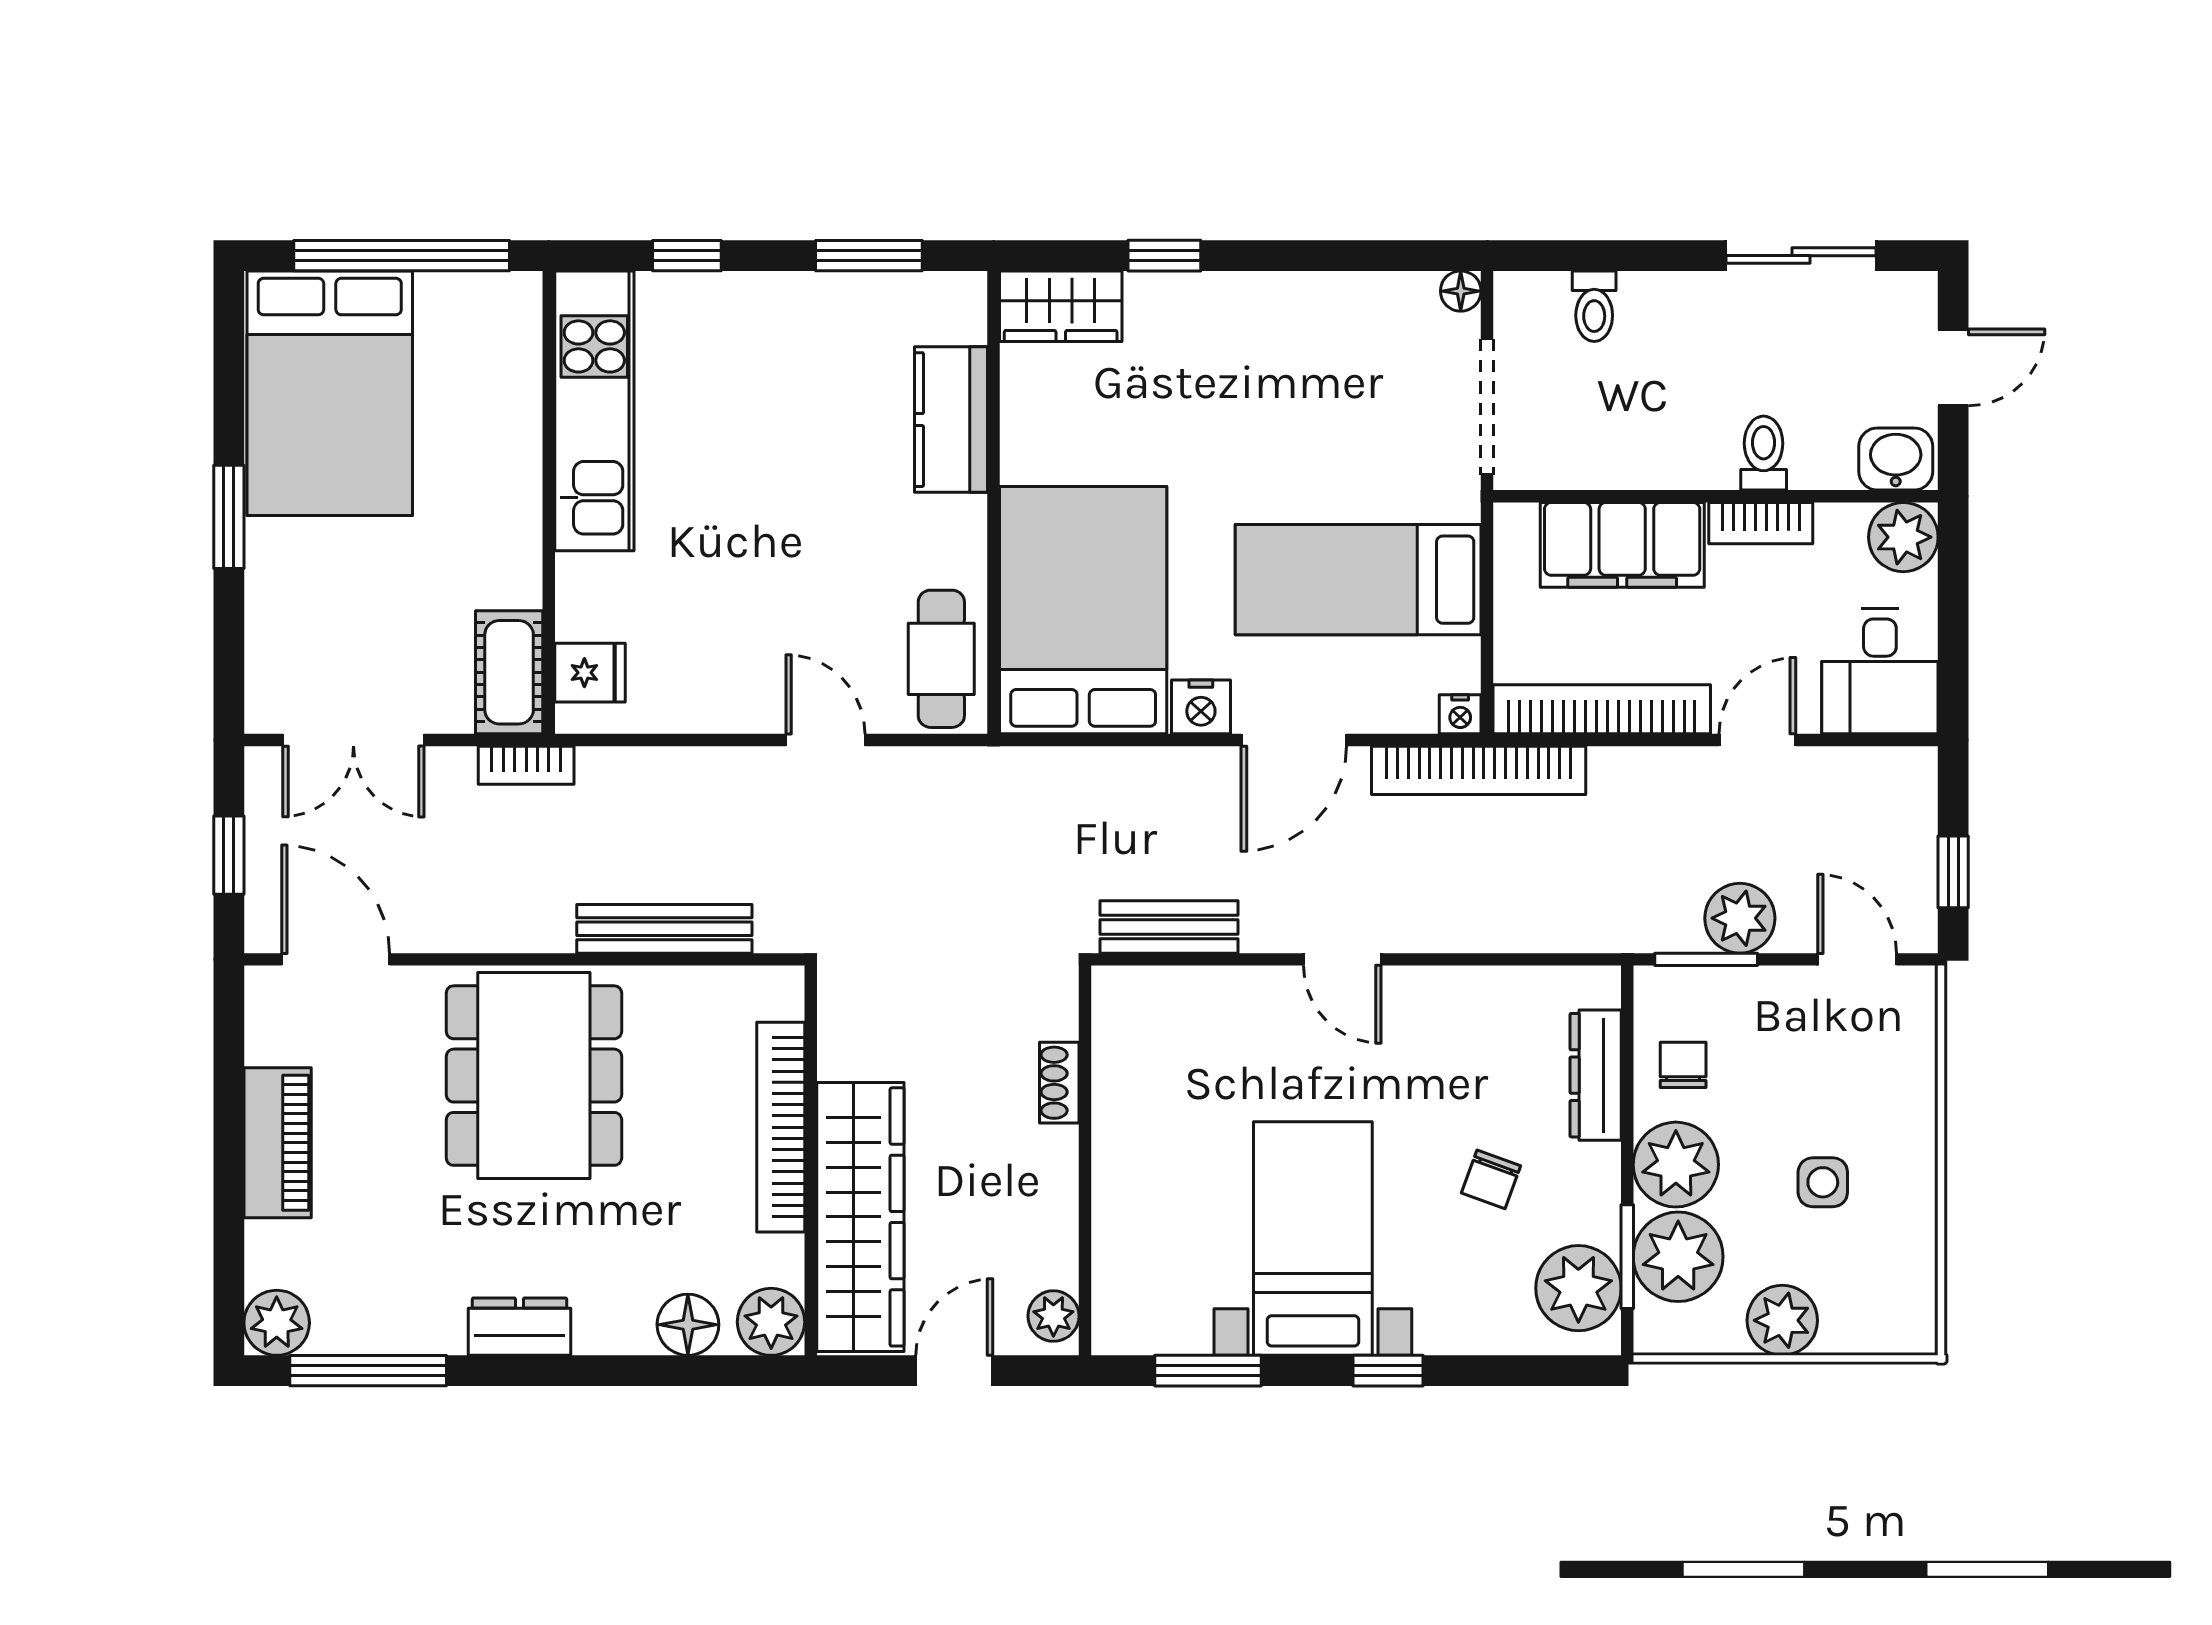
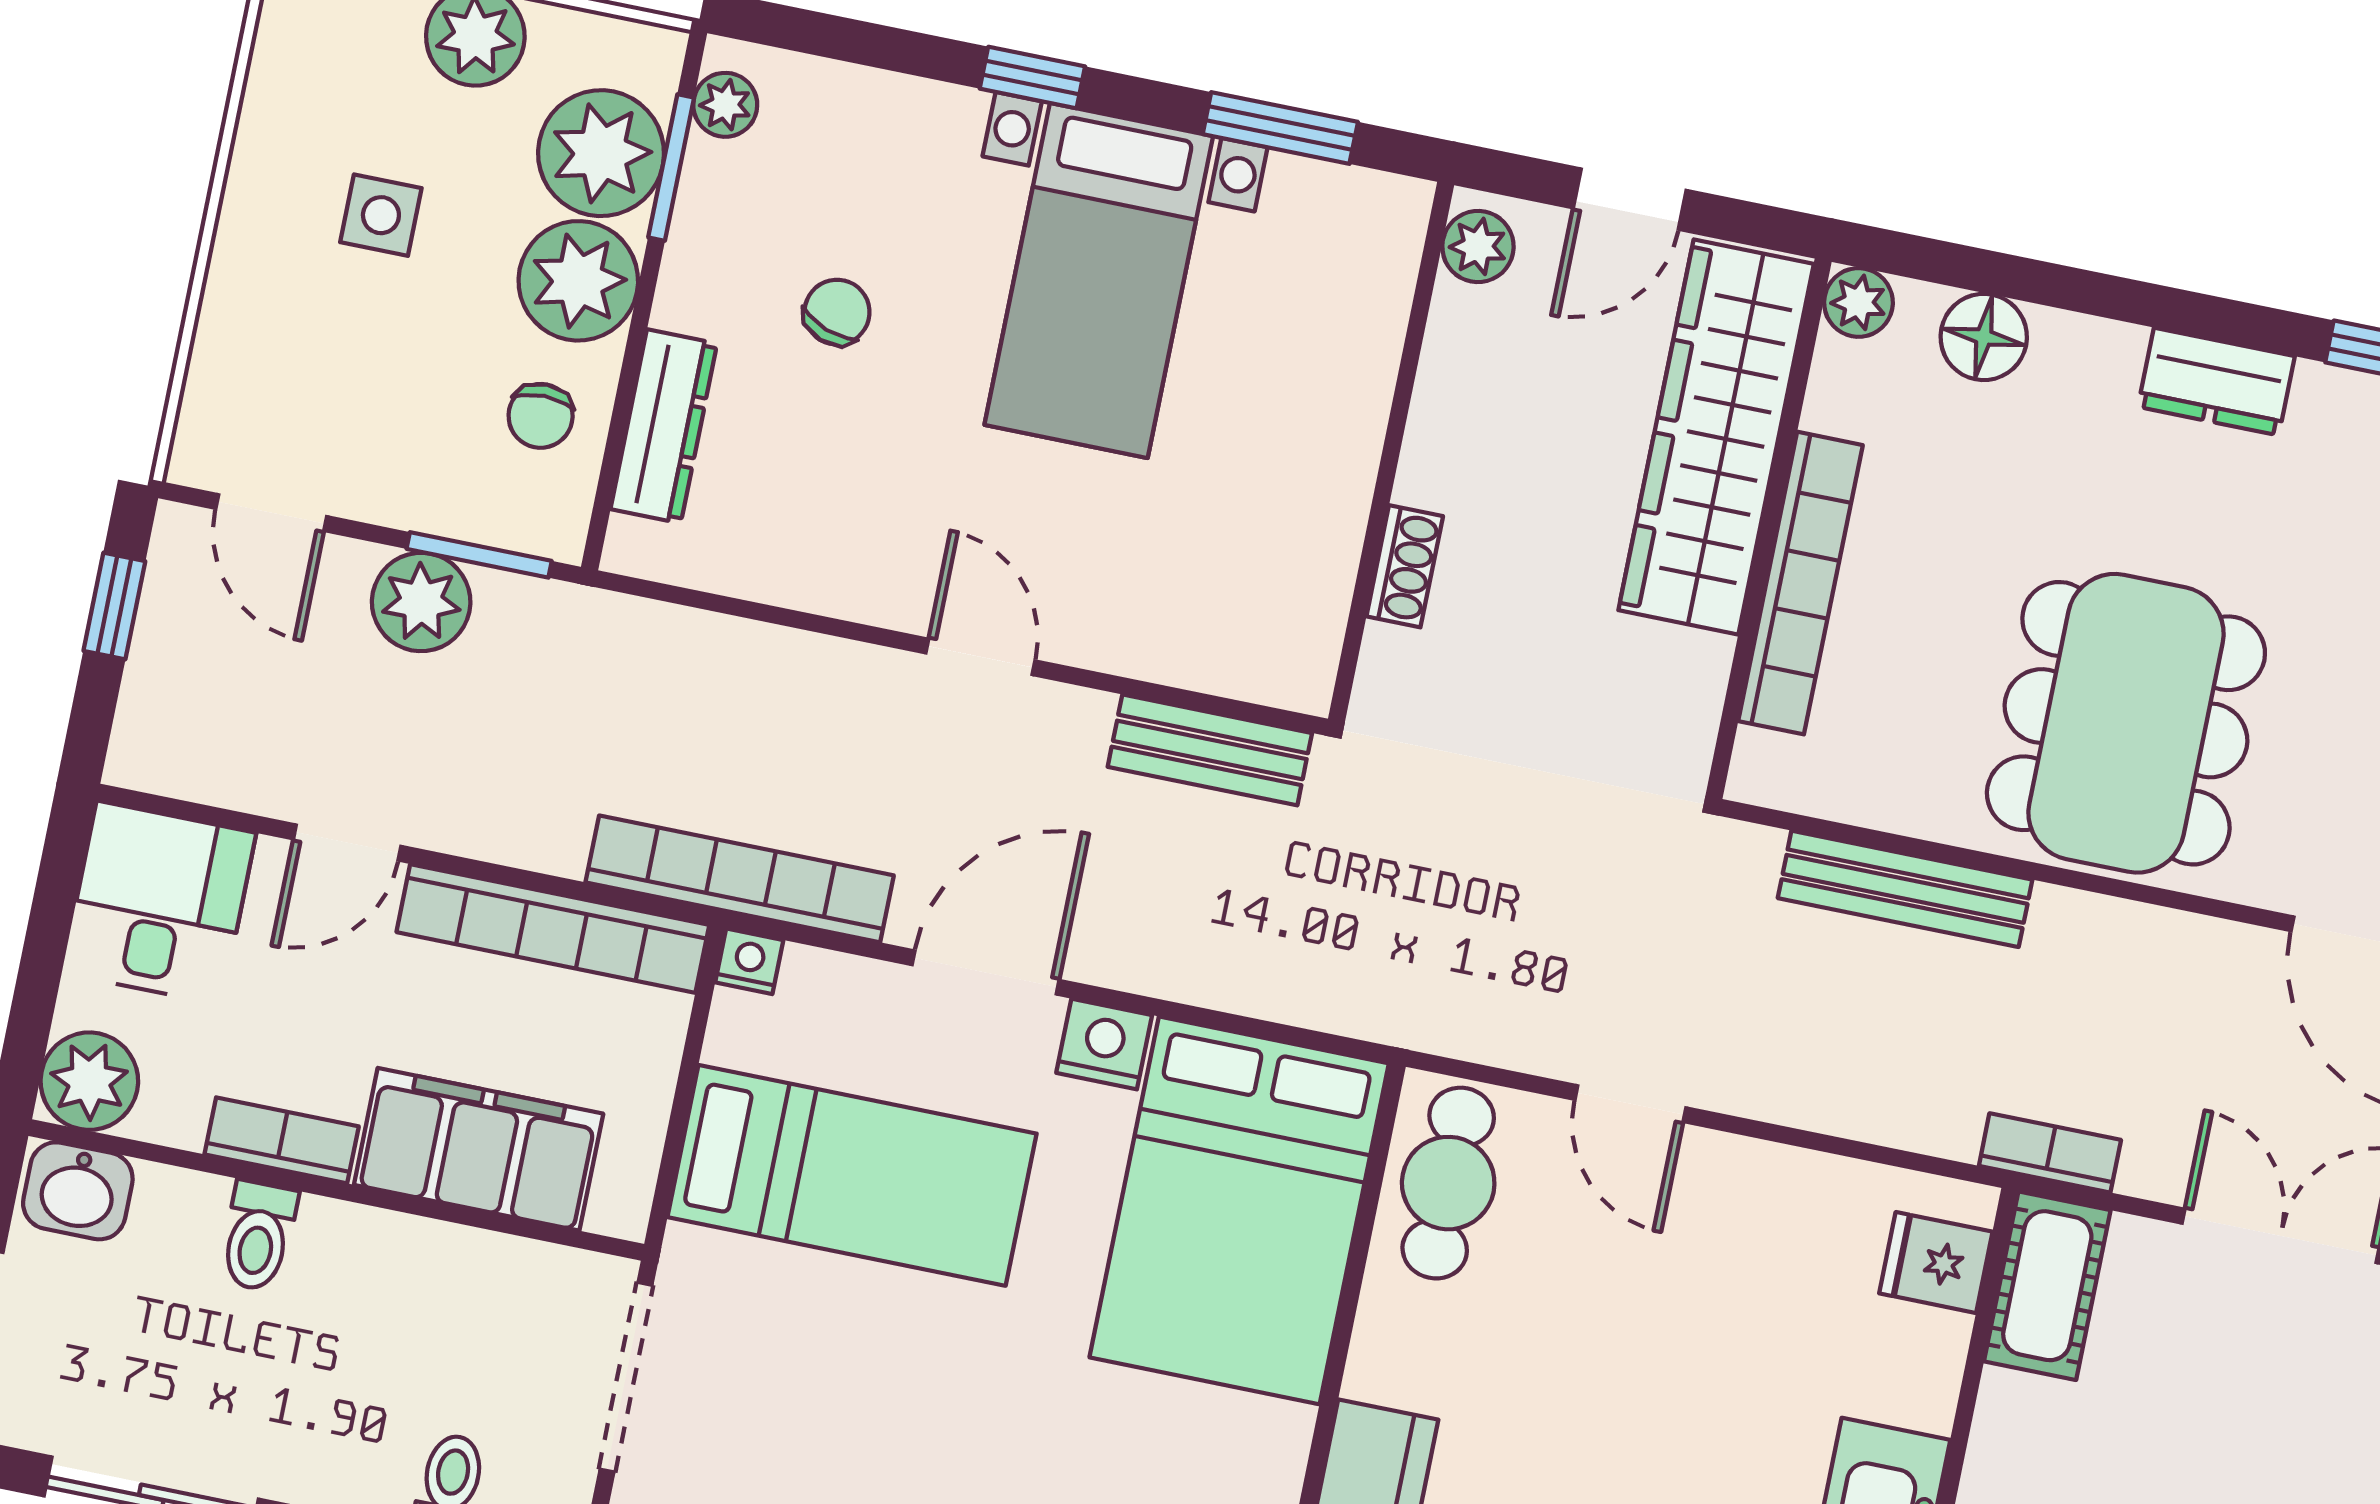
plant: (1578, 1288) -> (725, 105), width x0.53, depth x0.53
plant: (771, 1322) -> (1858, 303), width x0.73, depth x0.73

